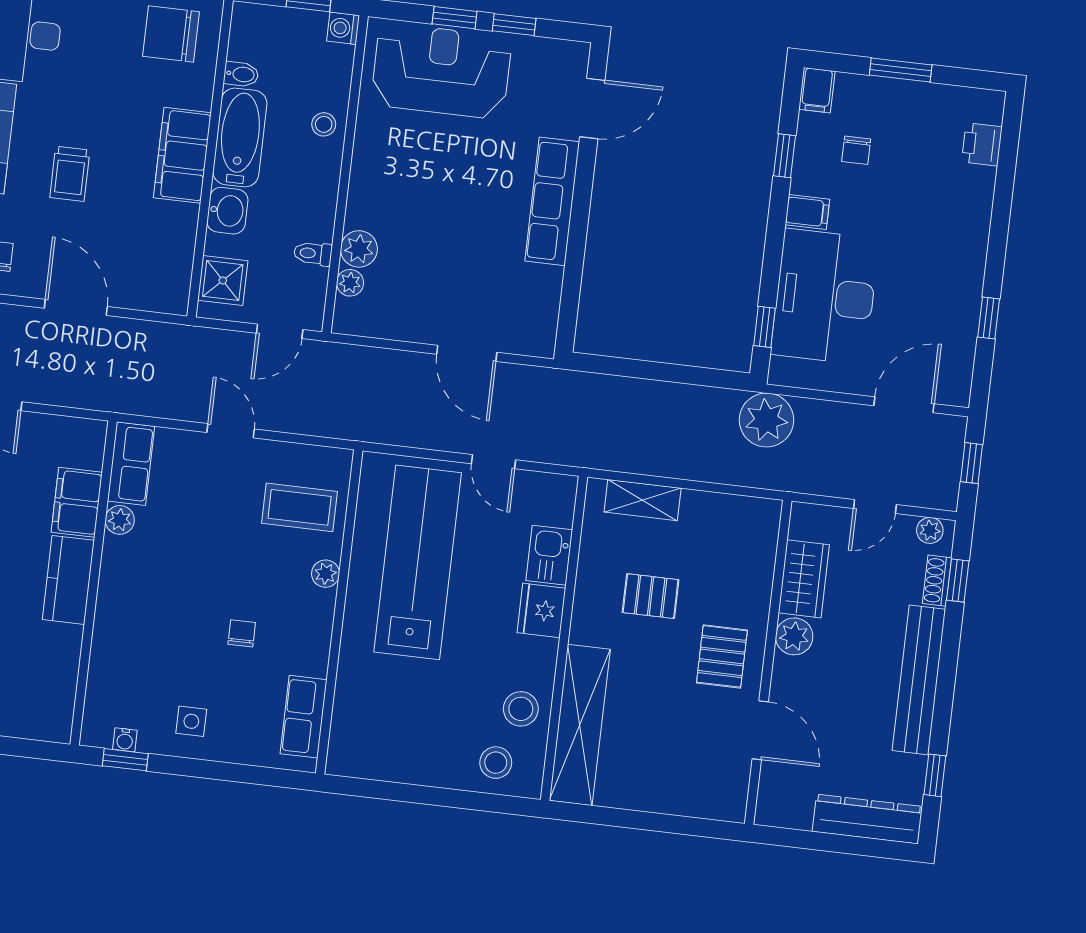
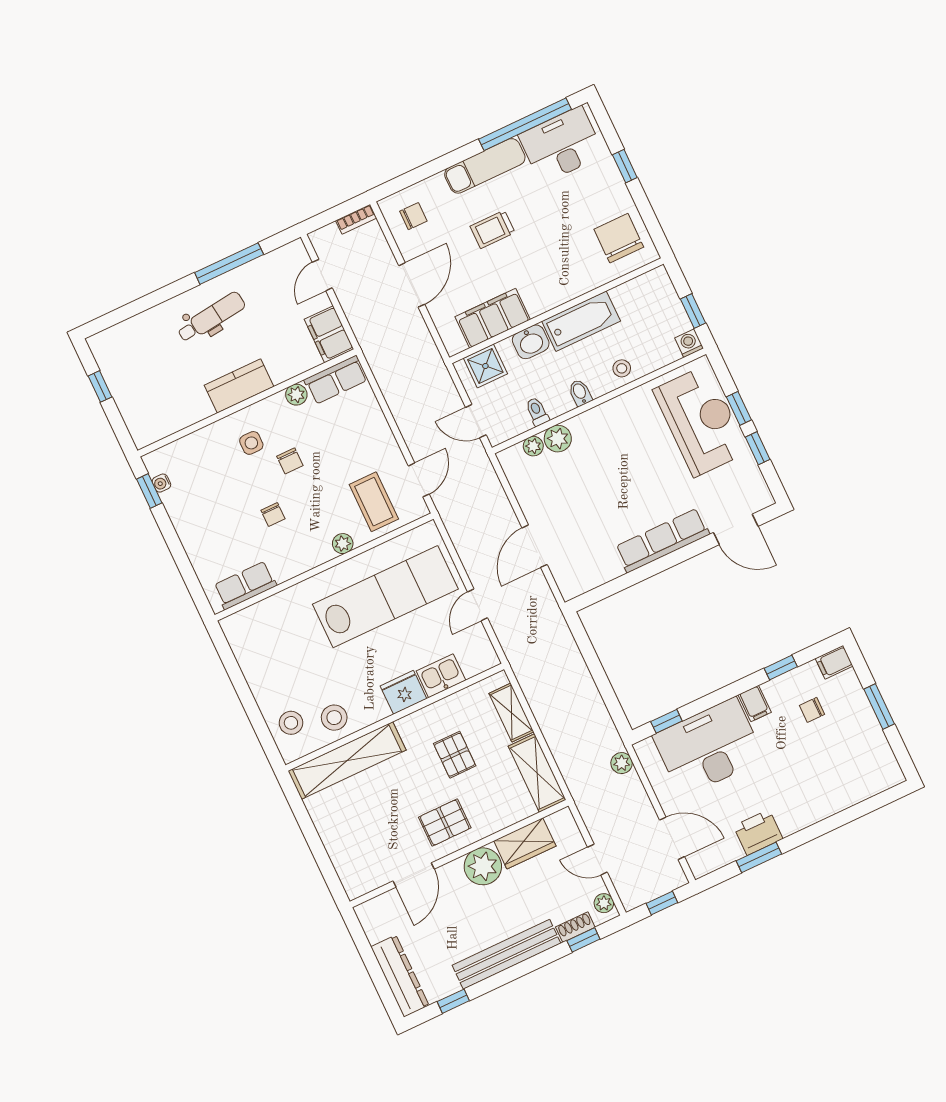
bidet: (241, 74) -> (580, 393), moved, turned 180
printer: (982, 144) -> (758, 832), moved, width x1.36, depth x1.24
filing cabinet: (182, 155) -> (493, 318), moved
window: (989, 318) -> (759, 857), width x1.50
plant: (766, 420) -> (622, 763), width x0.53, depth x0.53
door: (231, 431) -> (419, 480), moved
filing cabinet: (77, 502) -> (329, 334), moved, turned -90
shelving: (731, 514) -> (537, 773), added
chair: (192, 575) -> (290, 461), added
chair: (242, 633) -> (273, 515), turned 90
plant: (794, 636) -> (483, 866), width x1.36, depth x1.36
side table: (191, 721) -> (251, 443), moved

